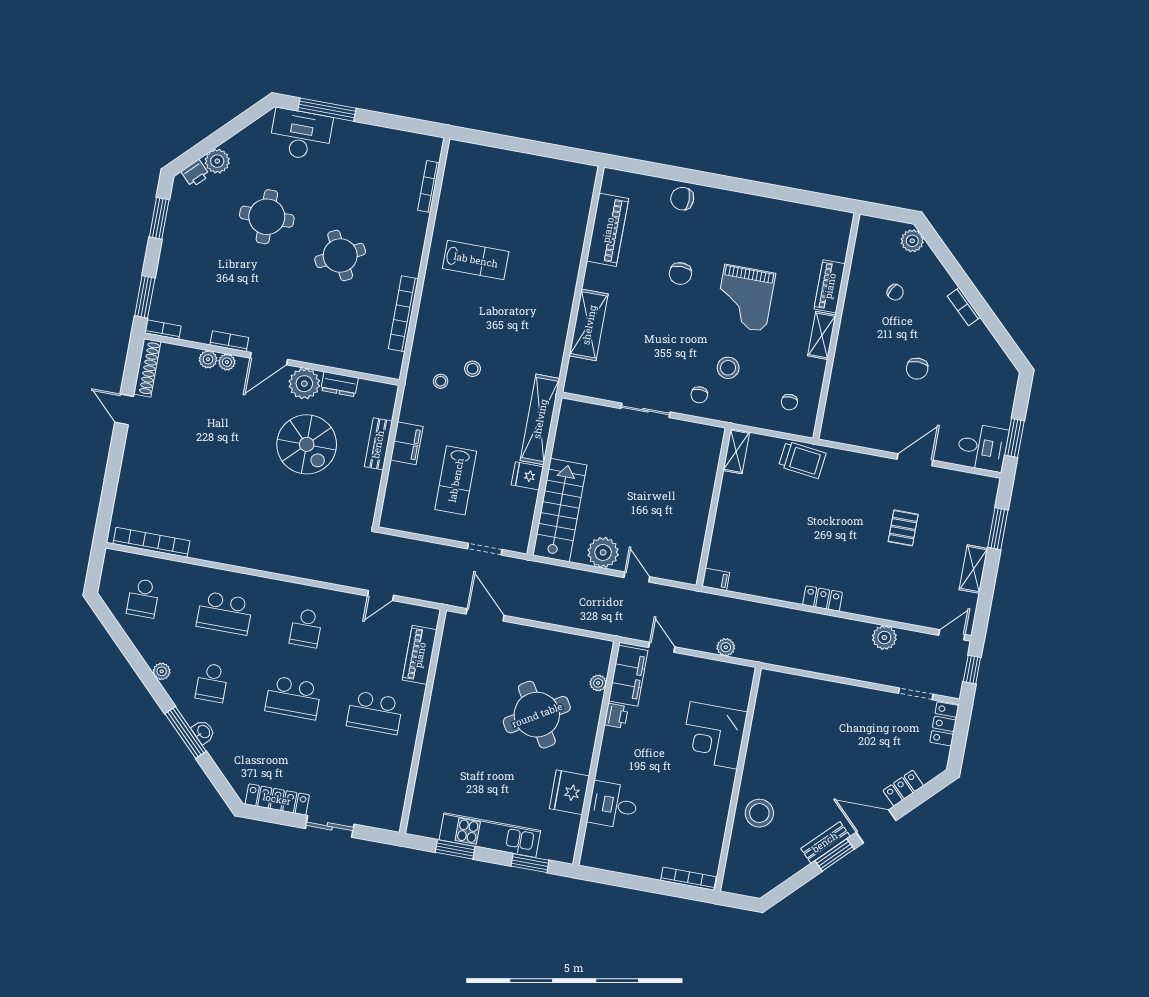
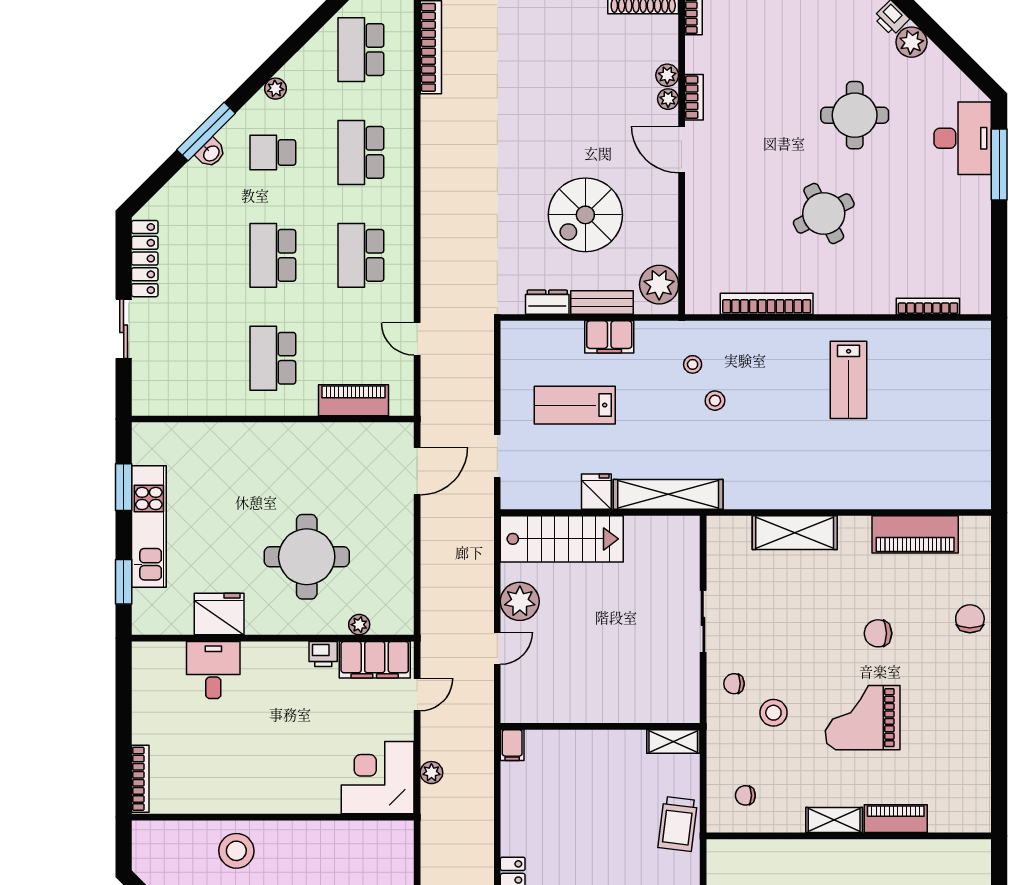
plant: (304, 384) -> (659, 285), moved
dresser: (340, 384) -> (547, 302), moved, turned 90
school desk: (143, 598) -> (361, 50), width x1.85
school desk: (306, 628) -> (361, 255), width x1.85
round table: (537, 715) -> (307, 557), turned 31
corner desk: (714, 735) -> (378, 778), moved

